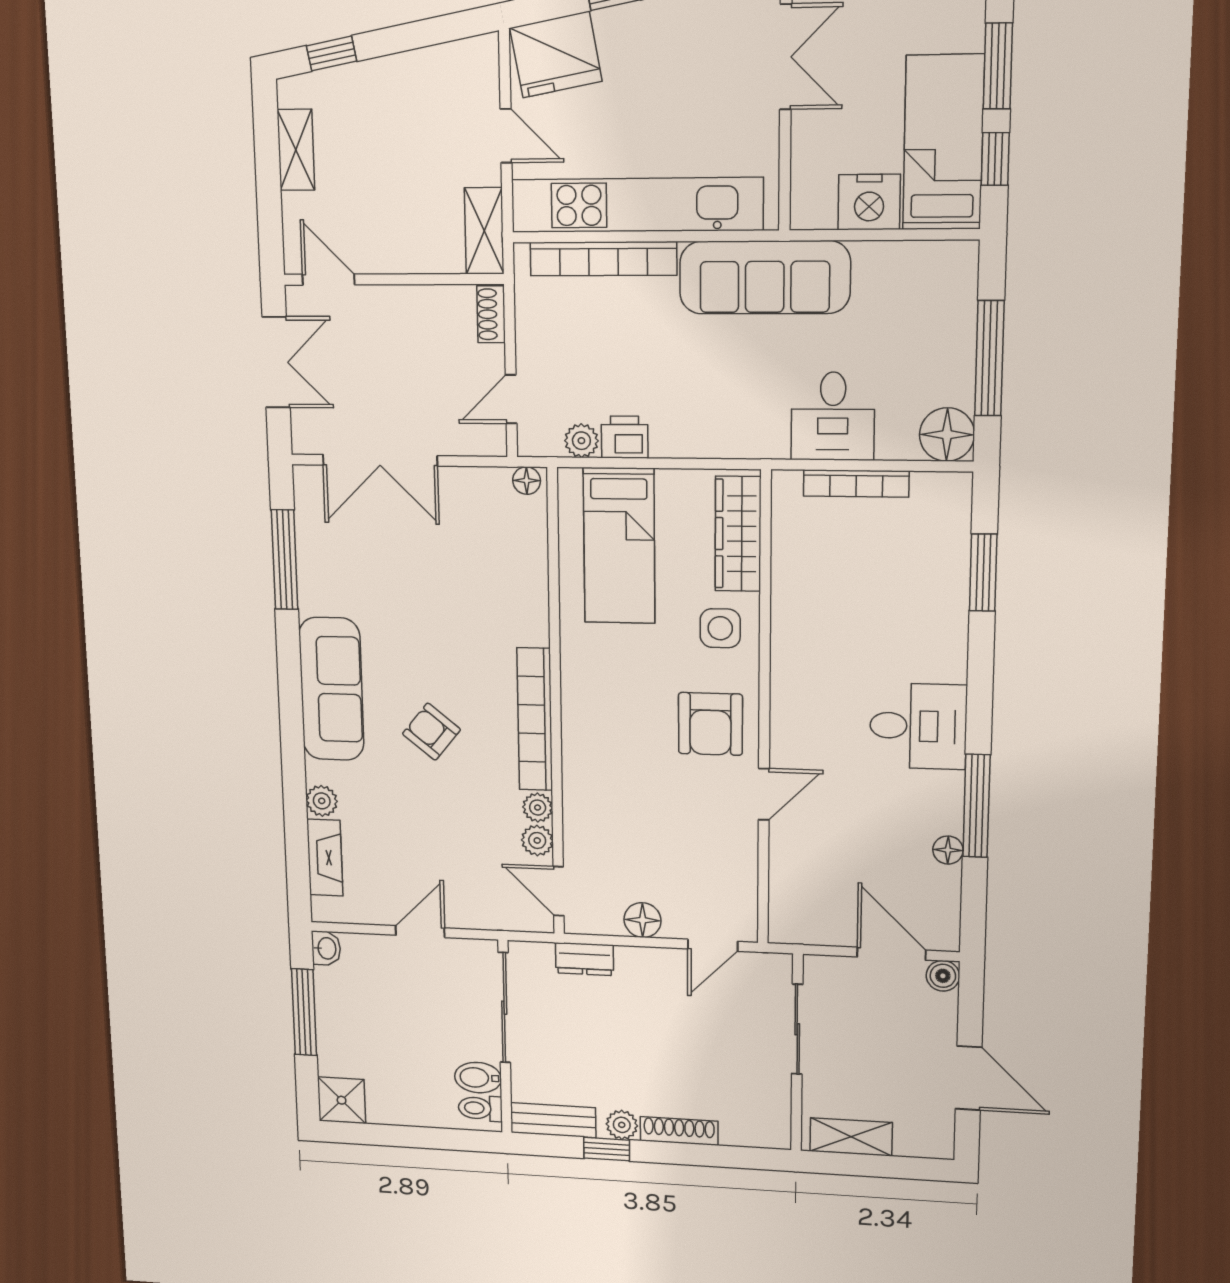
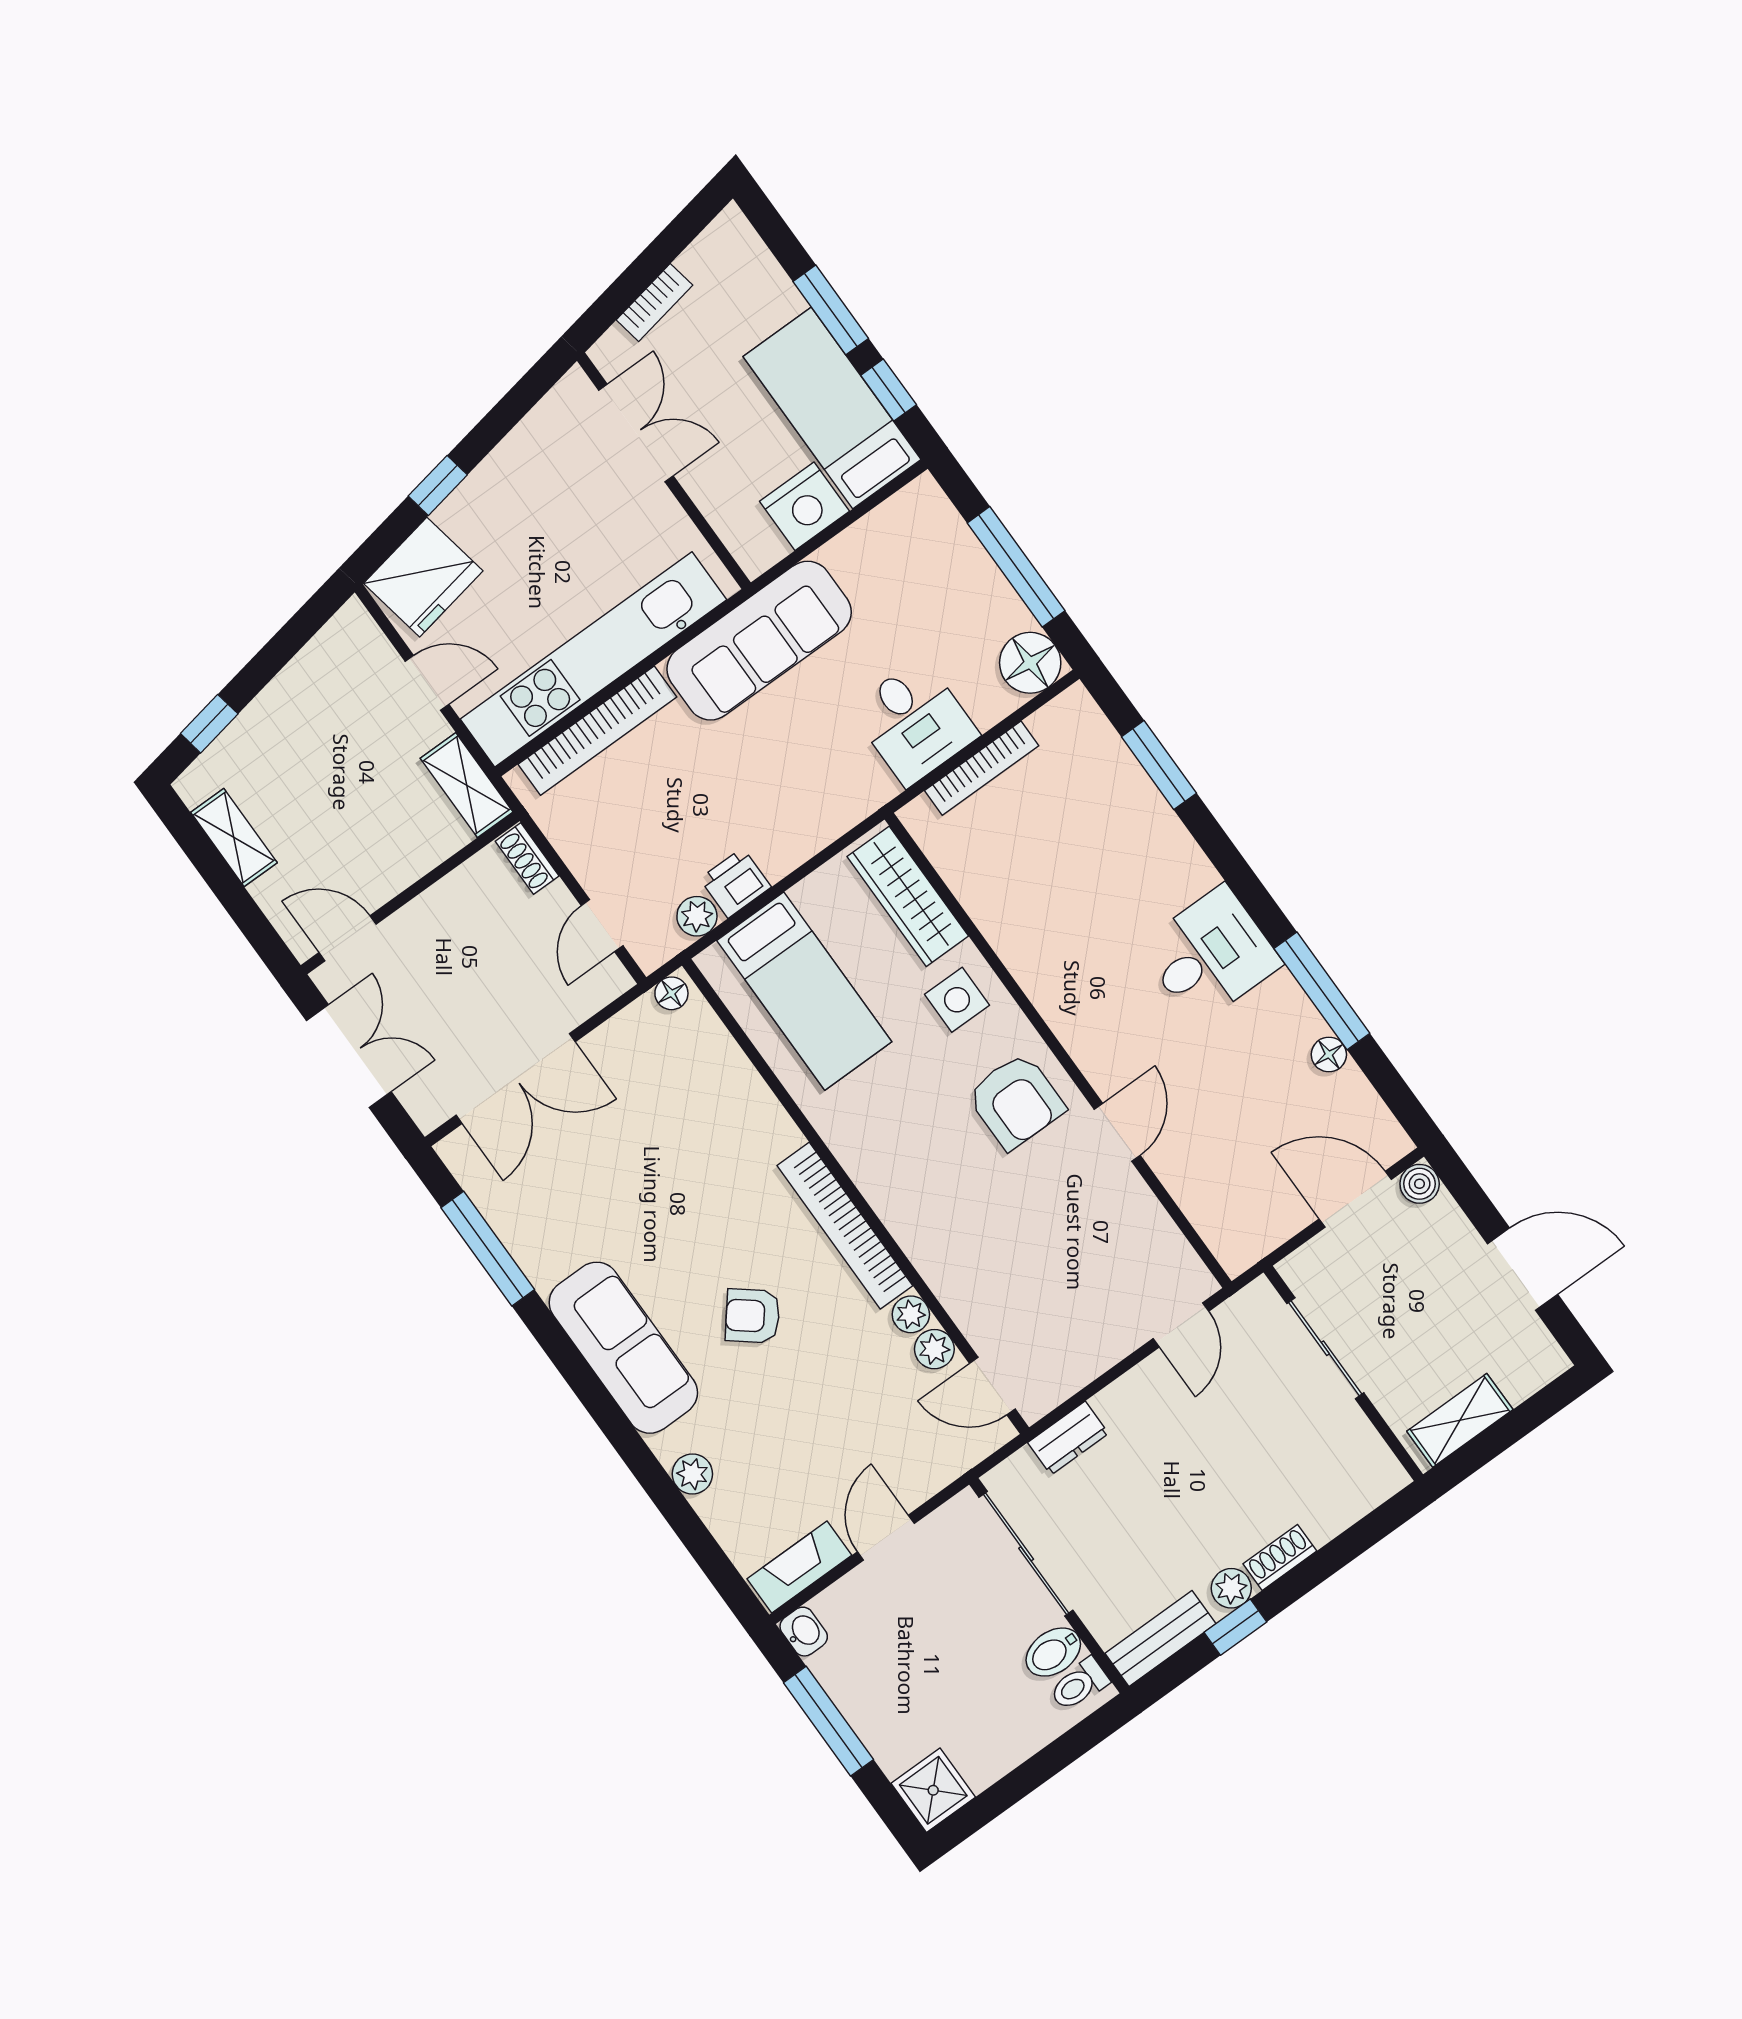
fireplace: (325, 858) -> (799, 1567), moved, turned -90
floor lamp: (643, 920) -> (1095, 1352), removed
shoe rack: (679, 1131) -> (1280, 1557), width x0.70

